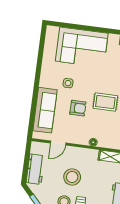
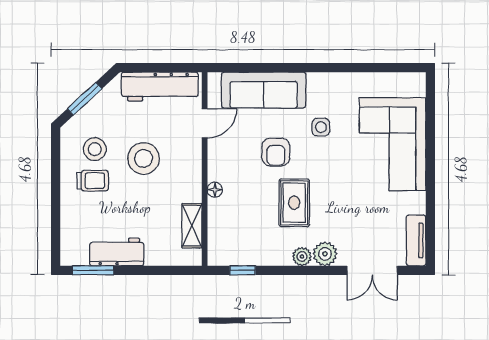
door: (58, 143) -> (205, 123), swing flipped
workbench: (35, 169) -> (160, 87), width x1.38

